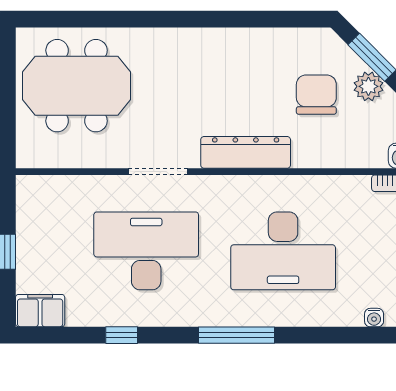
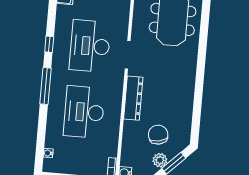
chair: (316, 95) -> (158, 135), turned -102
desk: (146, 251) -> (90, 46), turned 180
window: (122, 335) -> (49, 44), moved

